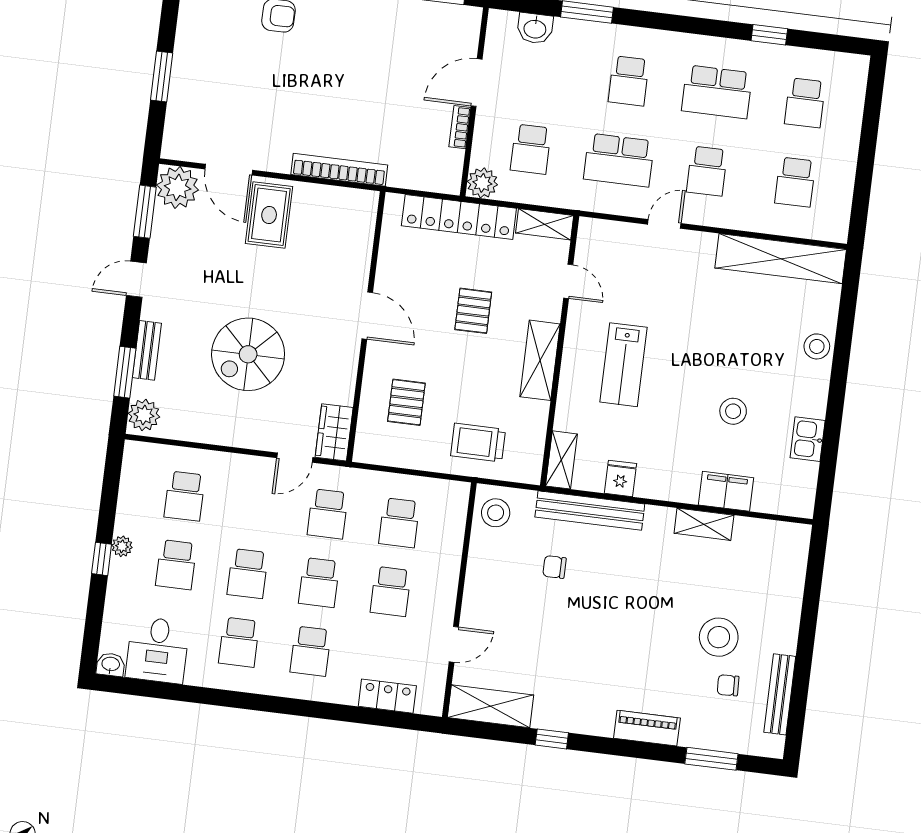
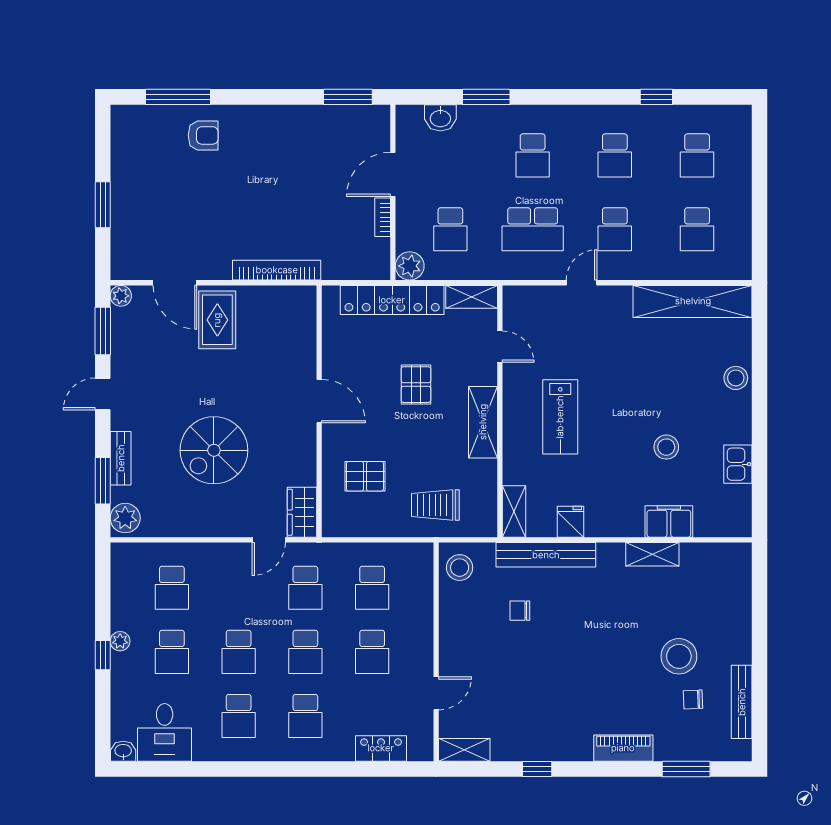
school desk: (717, 92) -> (615, 155), width x0.54
plant: (178, 187) -> (121, 296), width x0.53, depth x0.53
pallet: (406, 402) -> (365, 476), turned 90
shelving: (491, 706) -> (464, 750), width x0.67, depth x0.75

